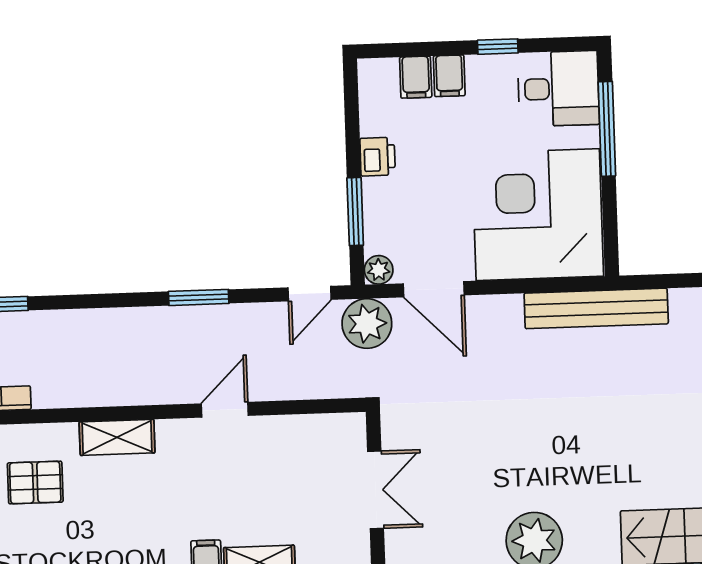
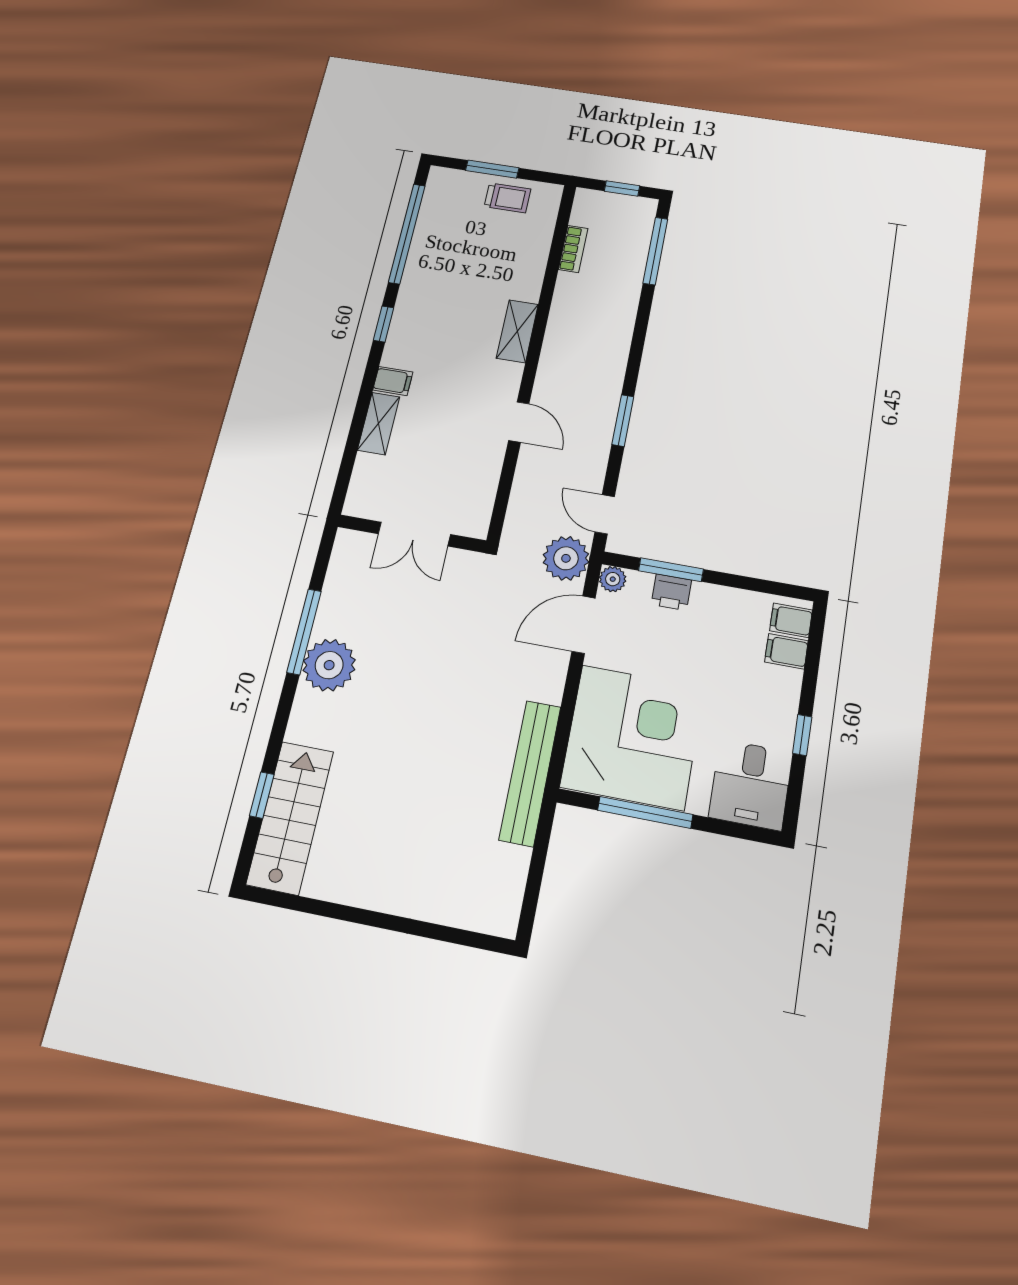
filing cabinet: (449, 76) -> (791, 620), moved
window: (607, 129) -> (645, 812), moved
printer: (378, 157) -> (671, 592), moved
pallet: (35, 482) -> (496, 261), removed

